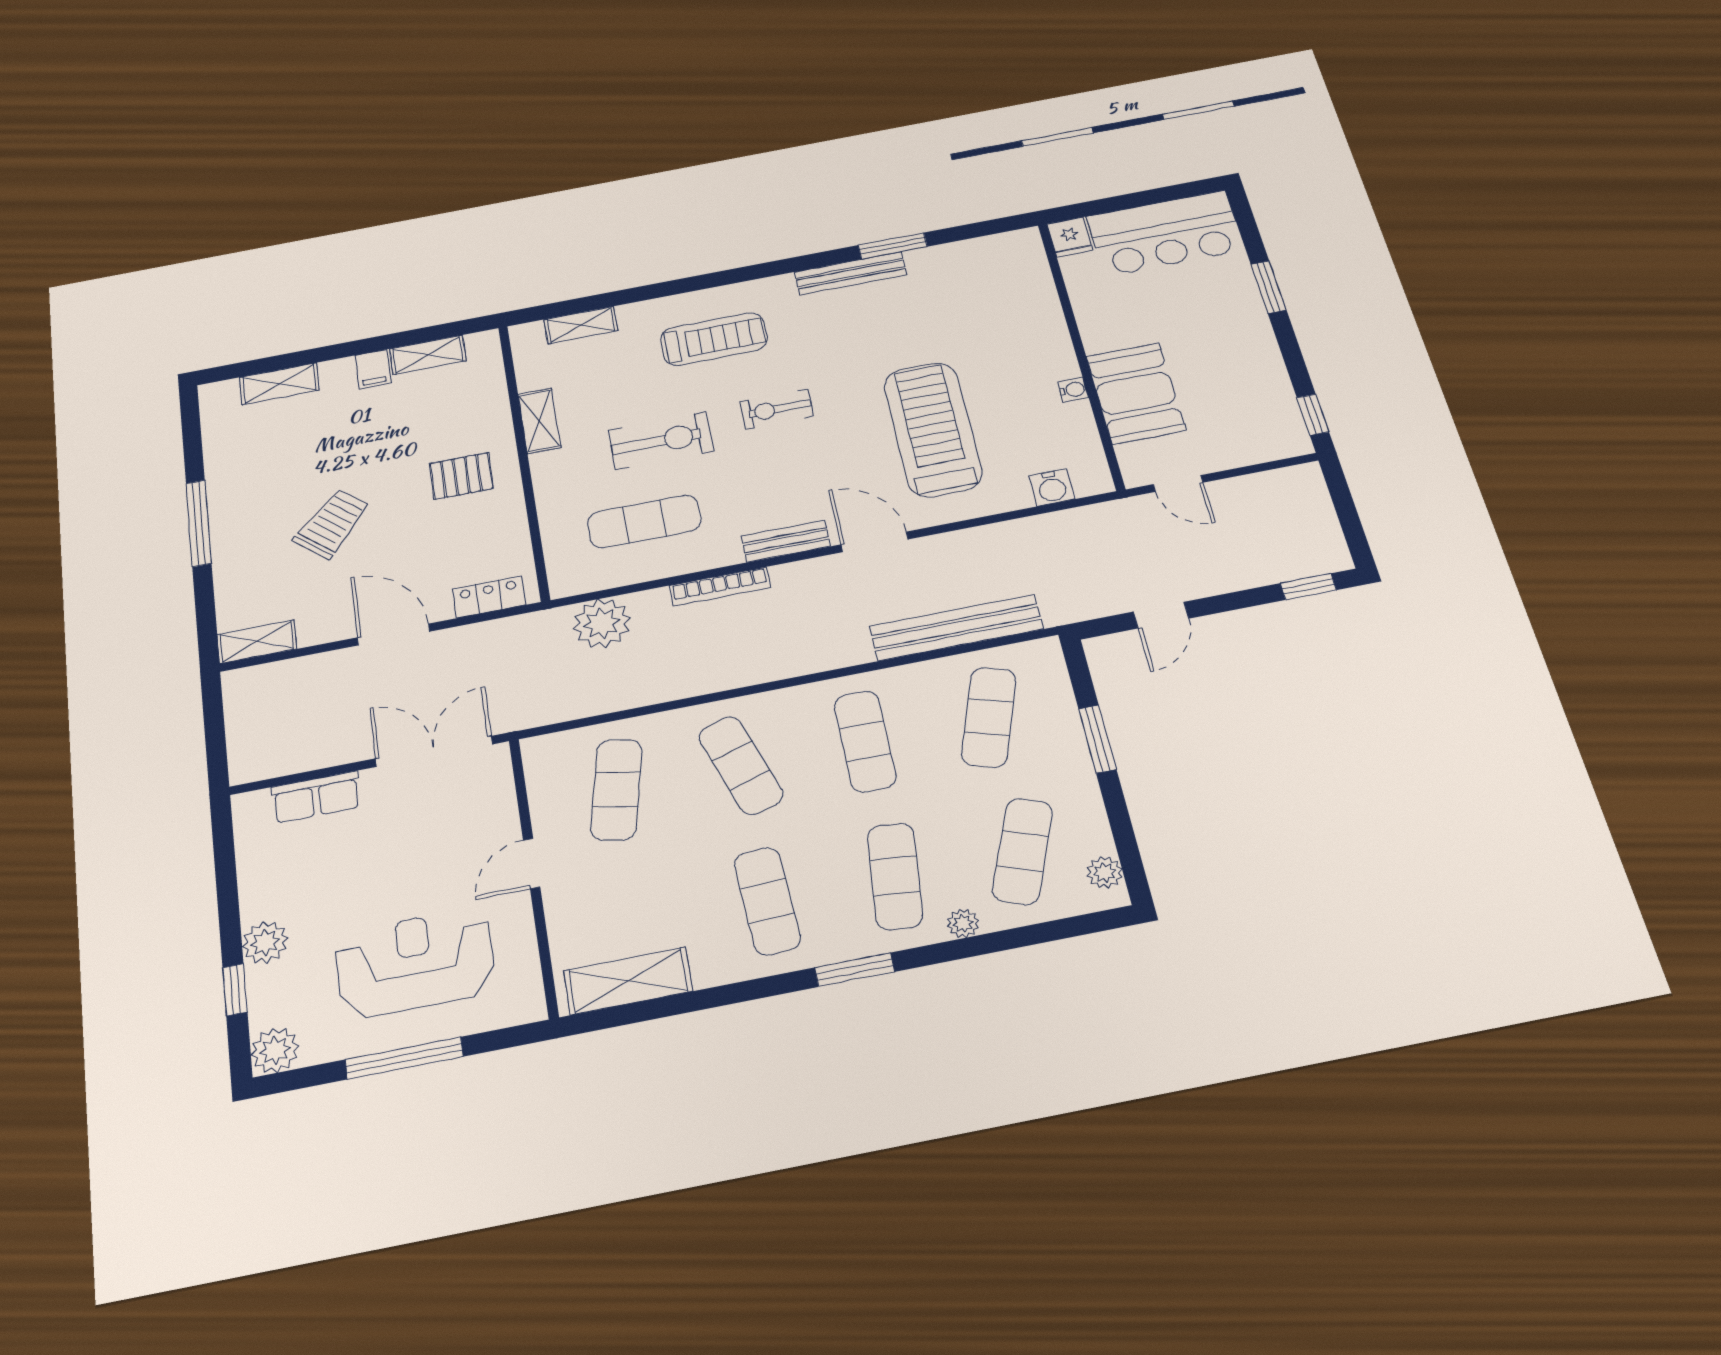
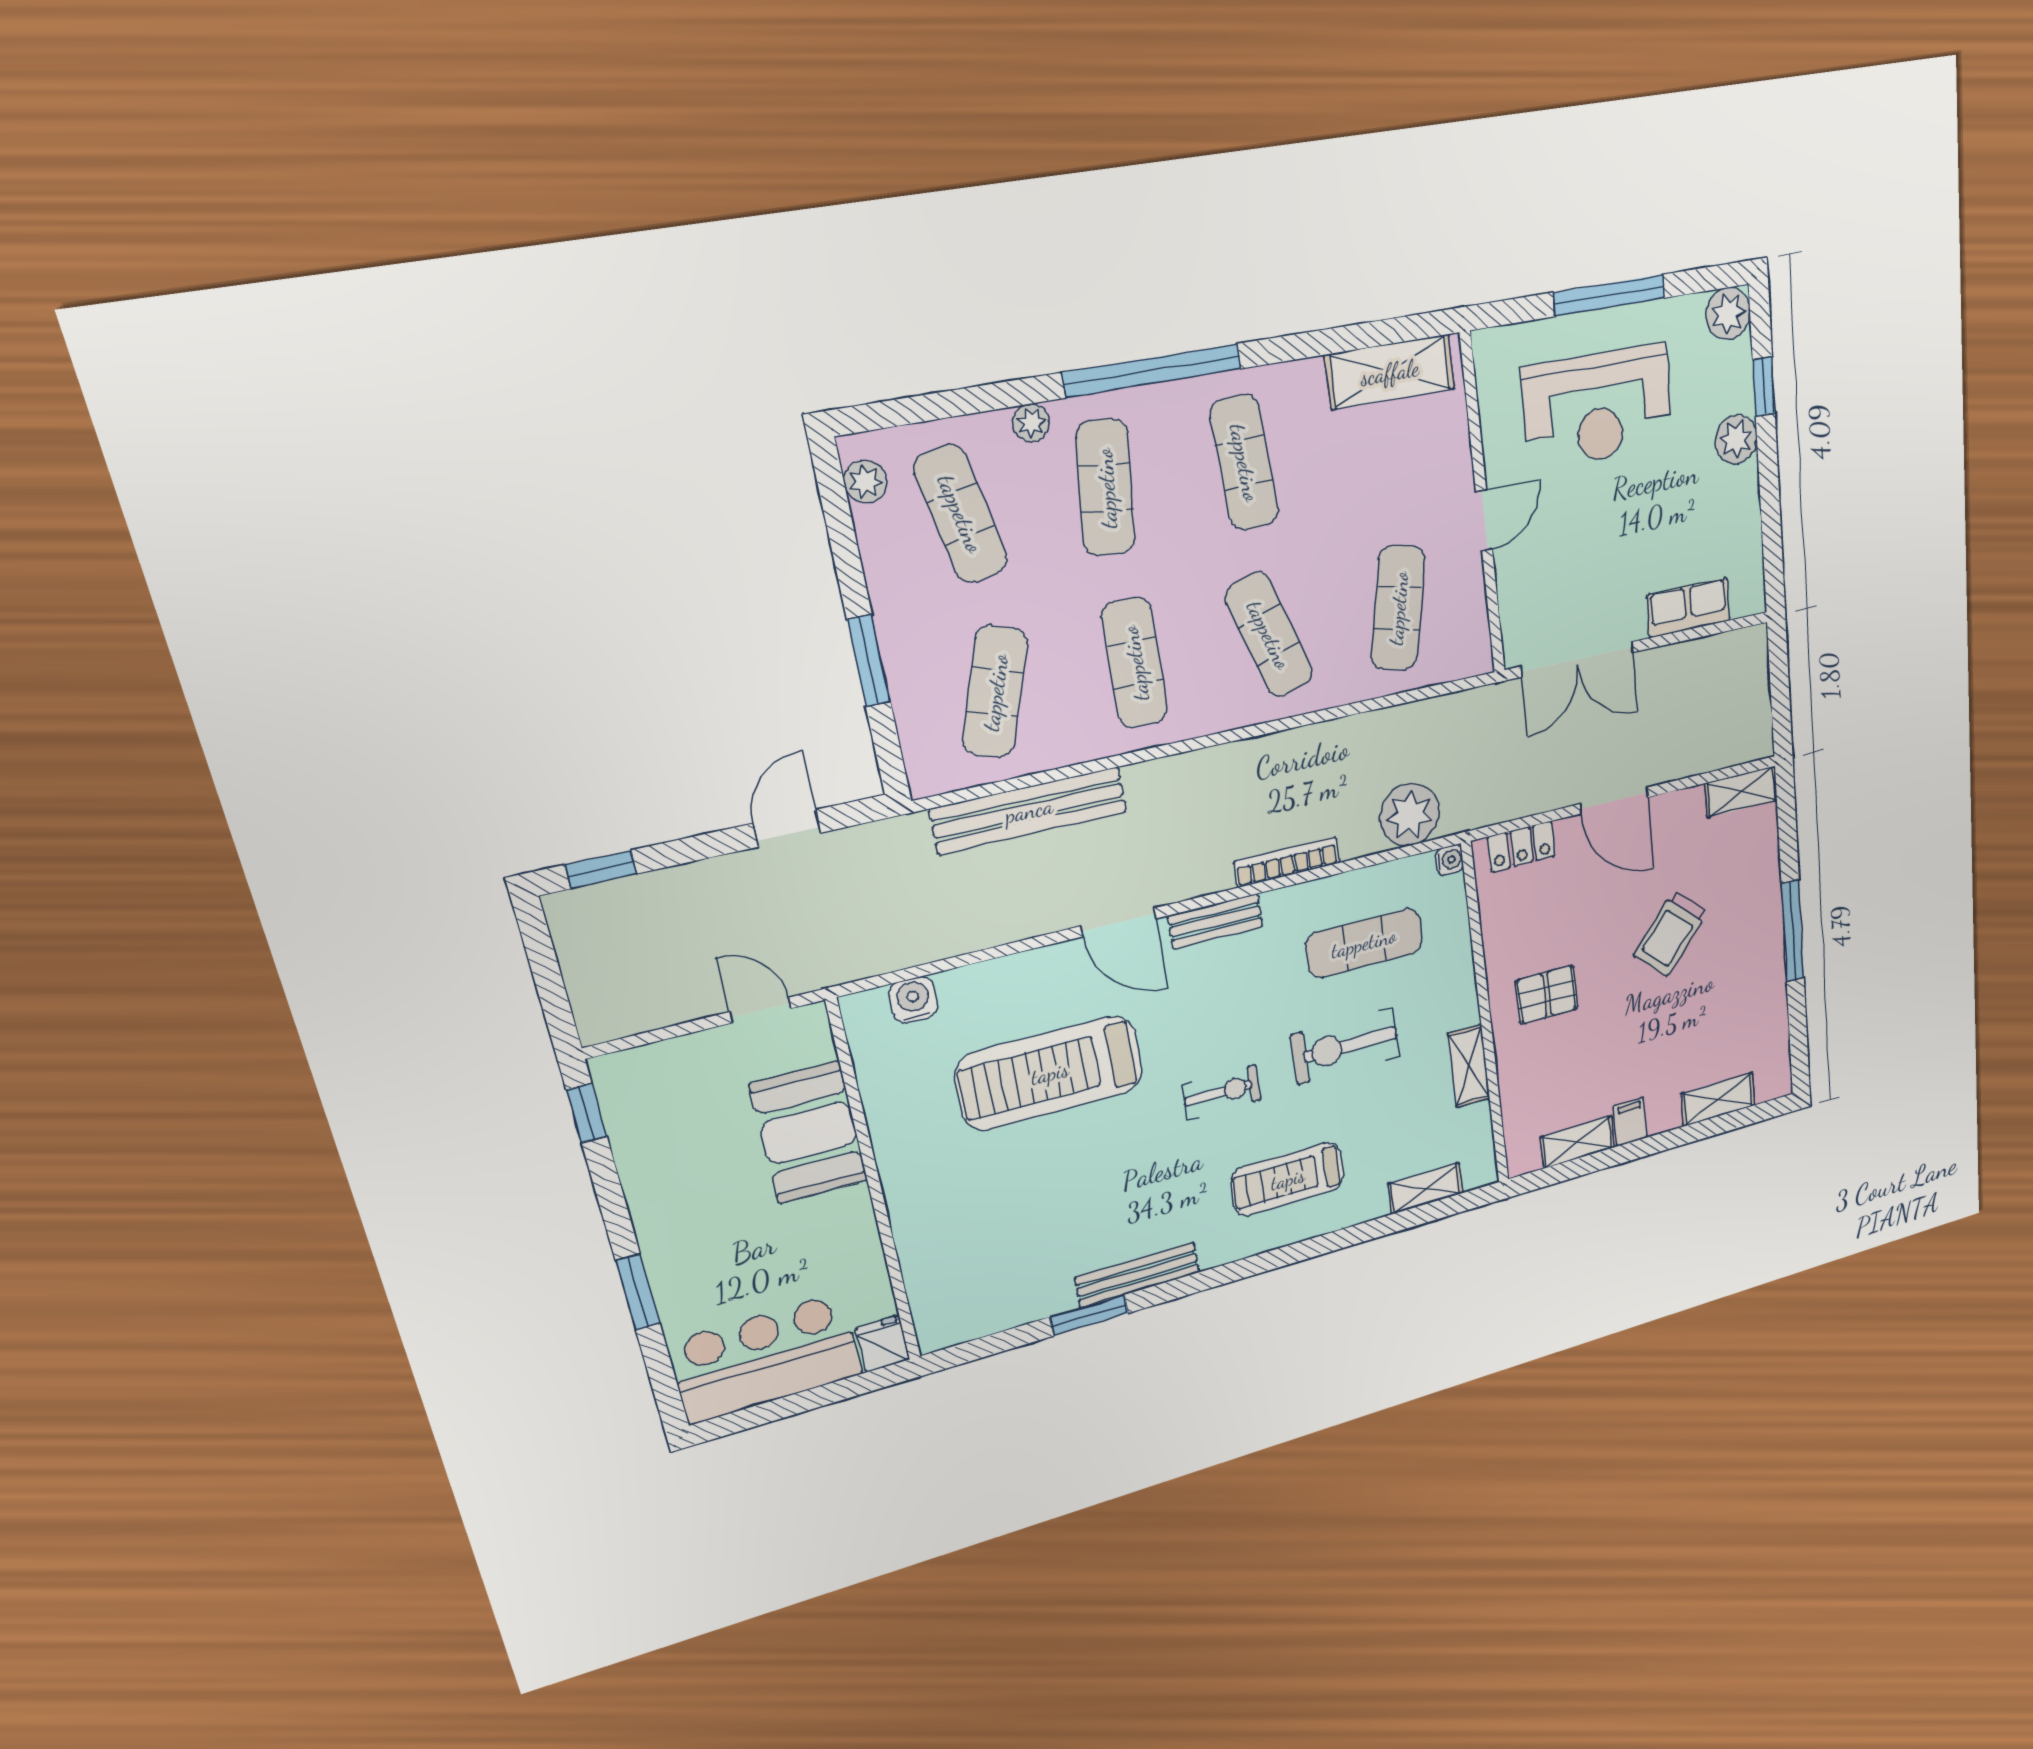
water cooler: (1073, 390) -> (1450, 860), moved, turned 180
treadmill: (933, 429) -> (1050, 1073), turned 90
exercise mat: (1022, 851) -> (961, 514), turned -33
window: (855, 970) -> (1152, 371), width x2.11

